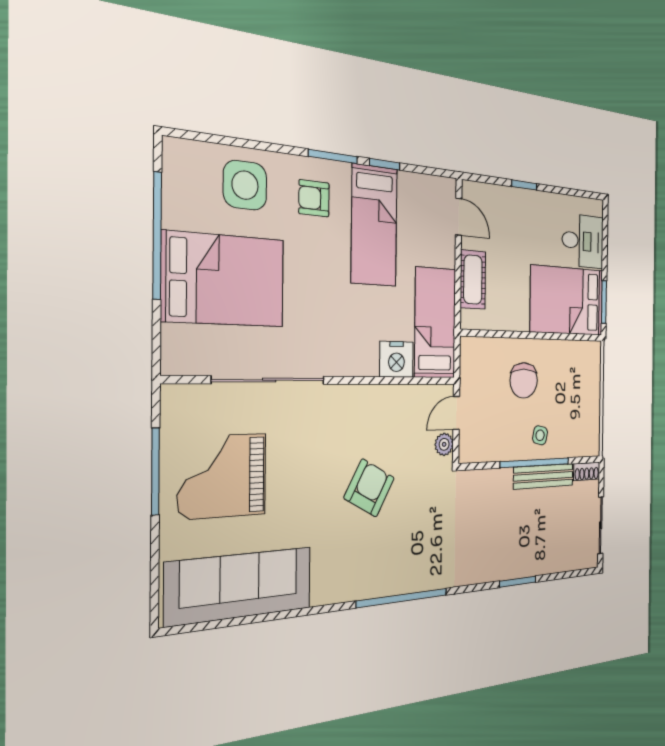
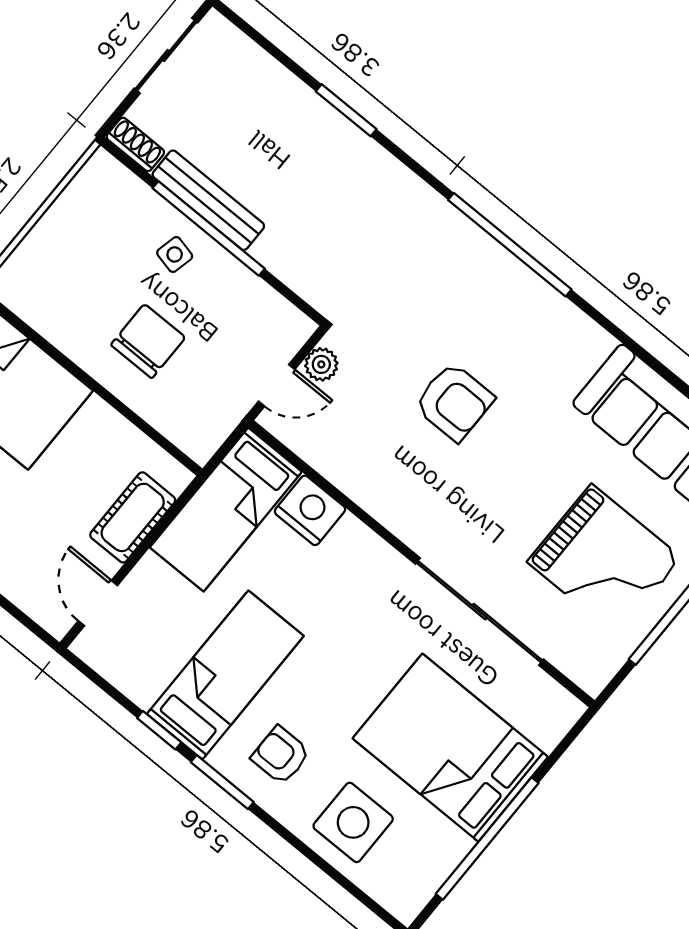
armchair: (314, 198) -> (281, 755), turned 180
armchair: (369, 488) -> (454, 402), turned -119

